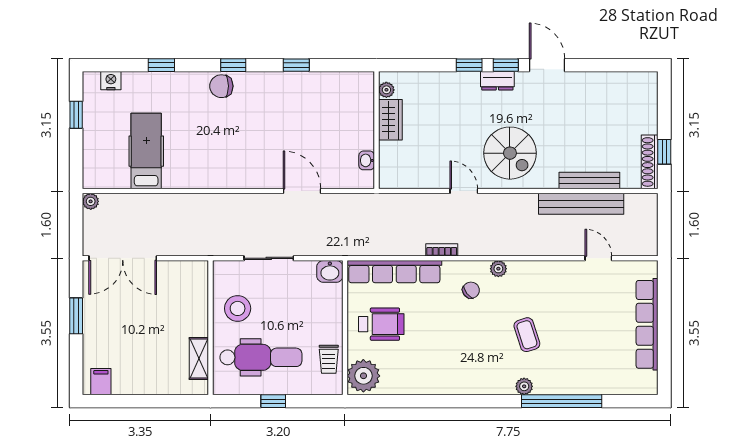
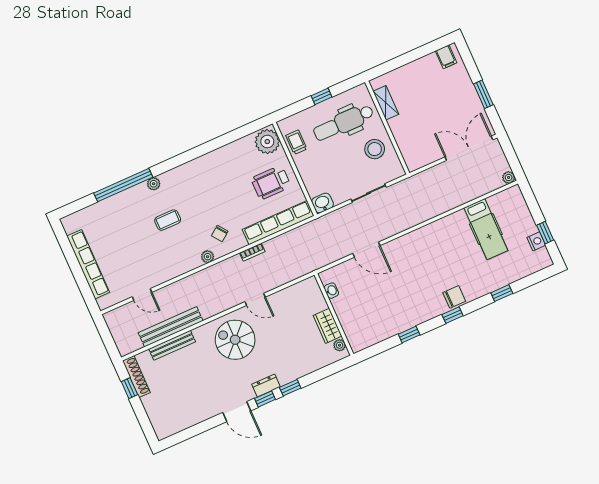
nightstand: (111, 81) -> (536, 241), moved, turned -90
coffee table: (527, 335) -> (168, 220), turned -72

